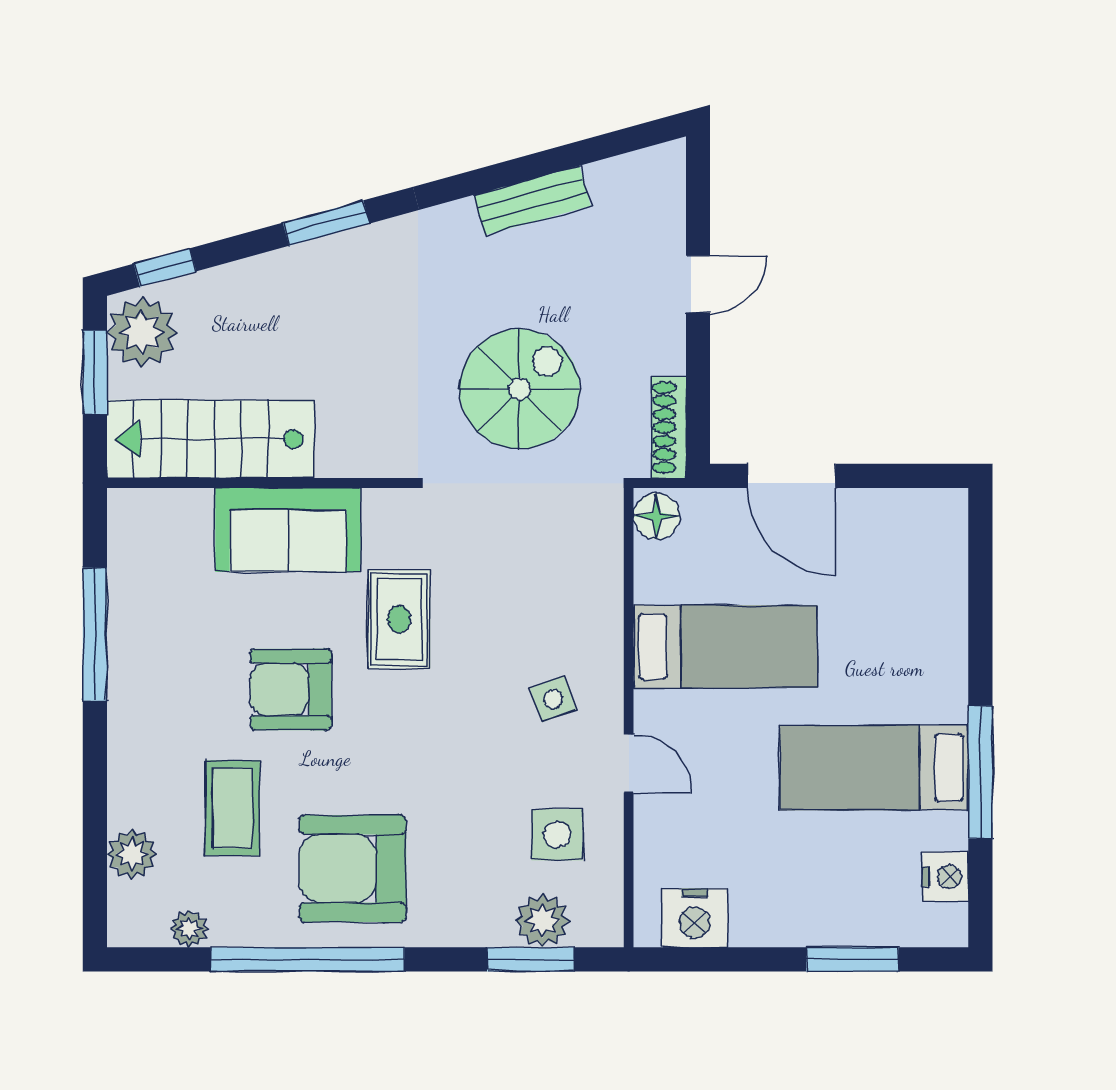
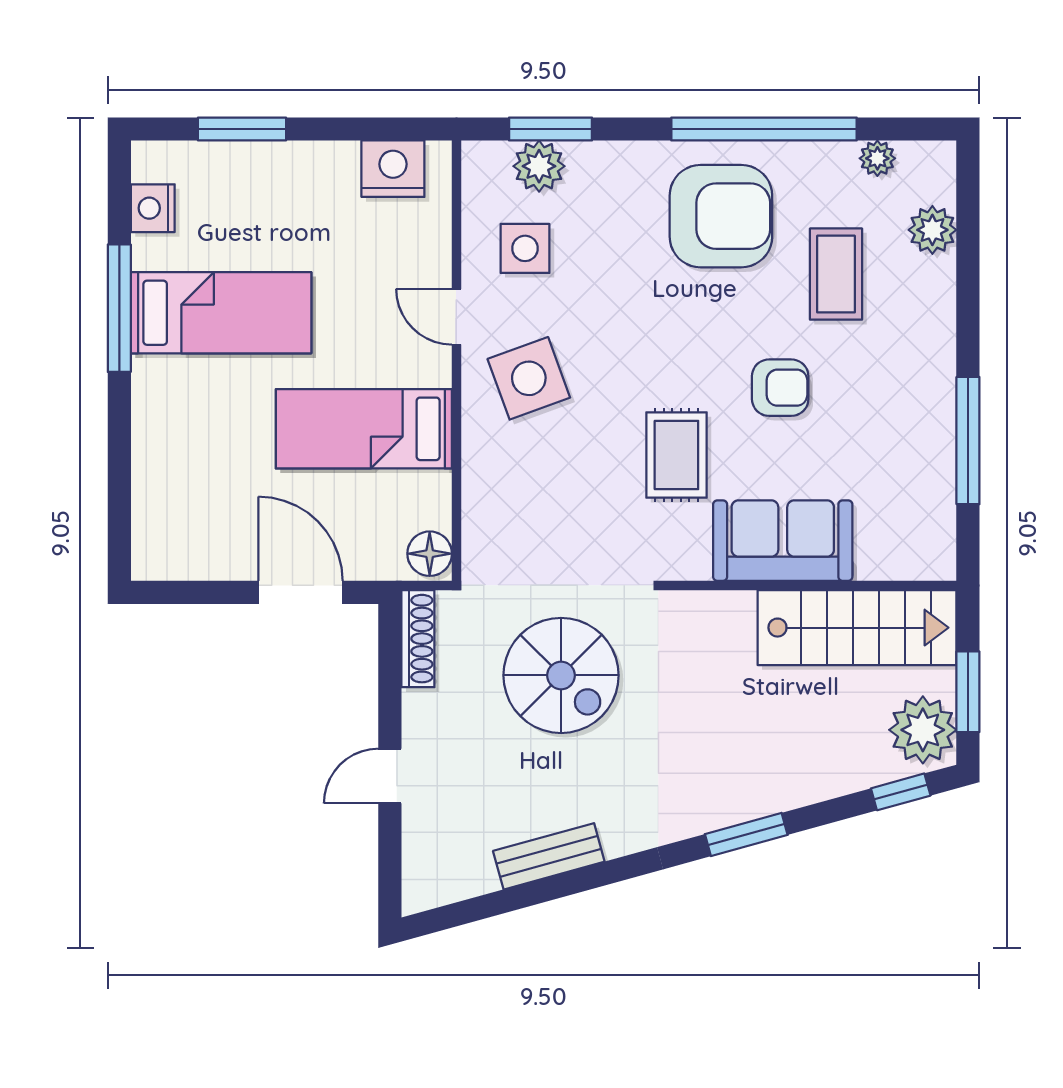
spiral stairs: (519, 389) -> (561, 675), turned -90
armchair: (291, 689) -> (780, 388), width x0.72, depth x0.72
side table: (553, 699) -> (529, 378), width x1.87, depth x1.87

